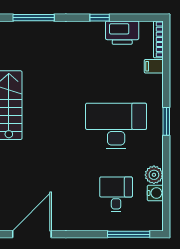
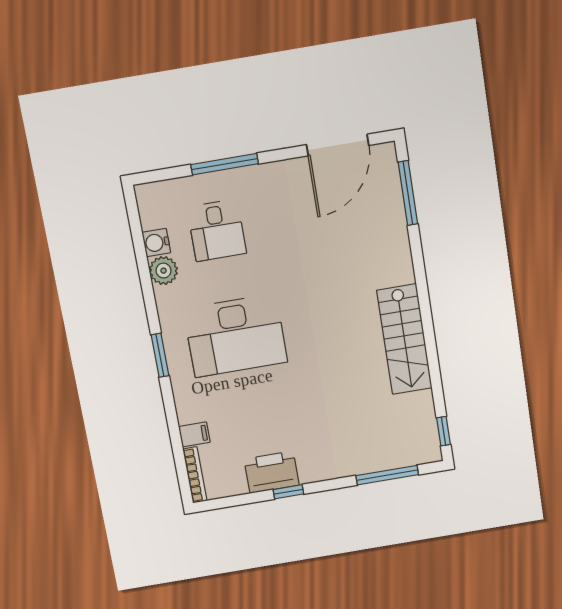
printer: (122, 33) -> (272, 472), moved
window: (129, 234) -> (225, 164), moved

